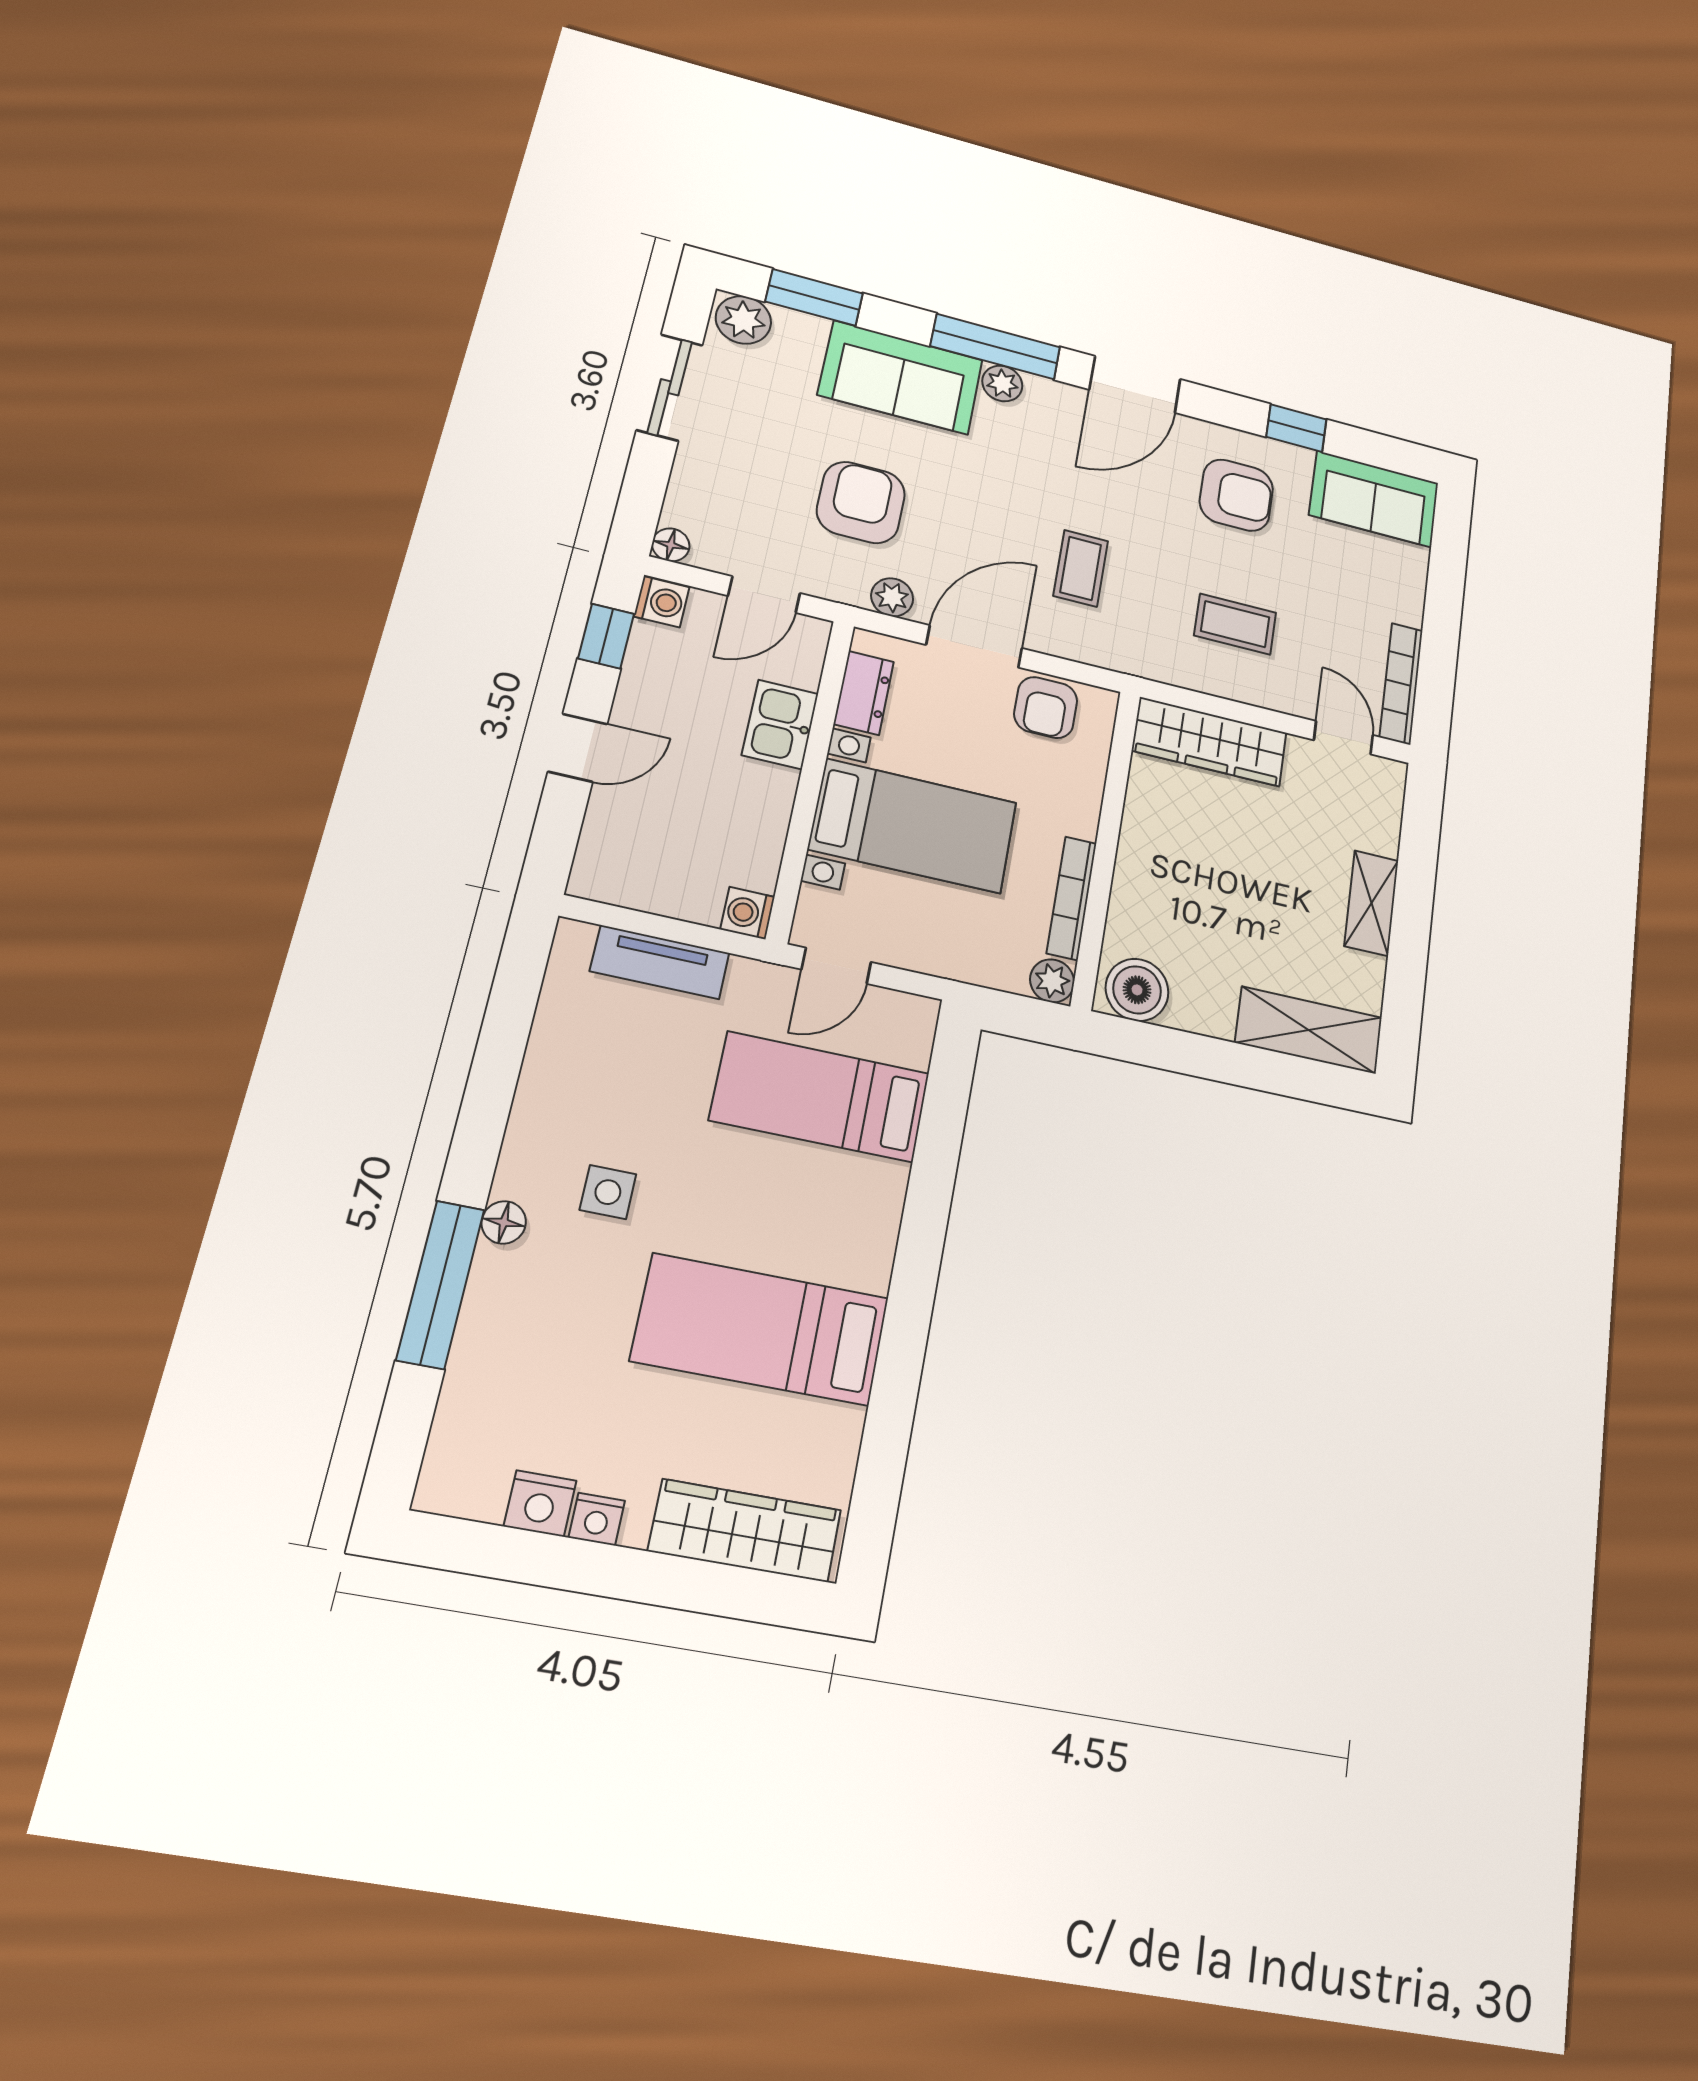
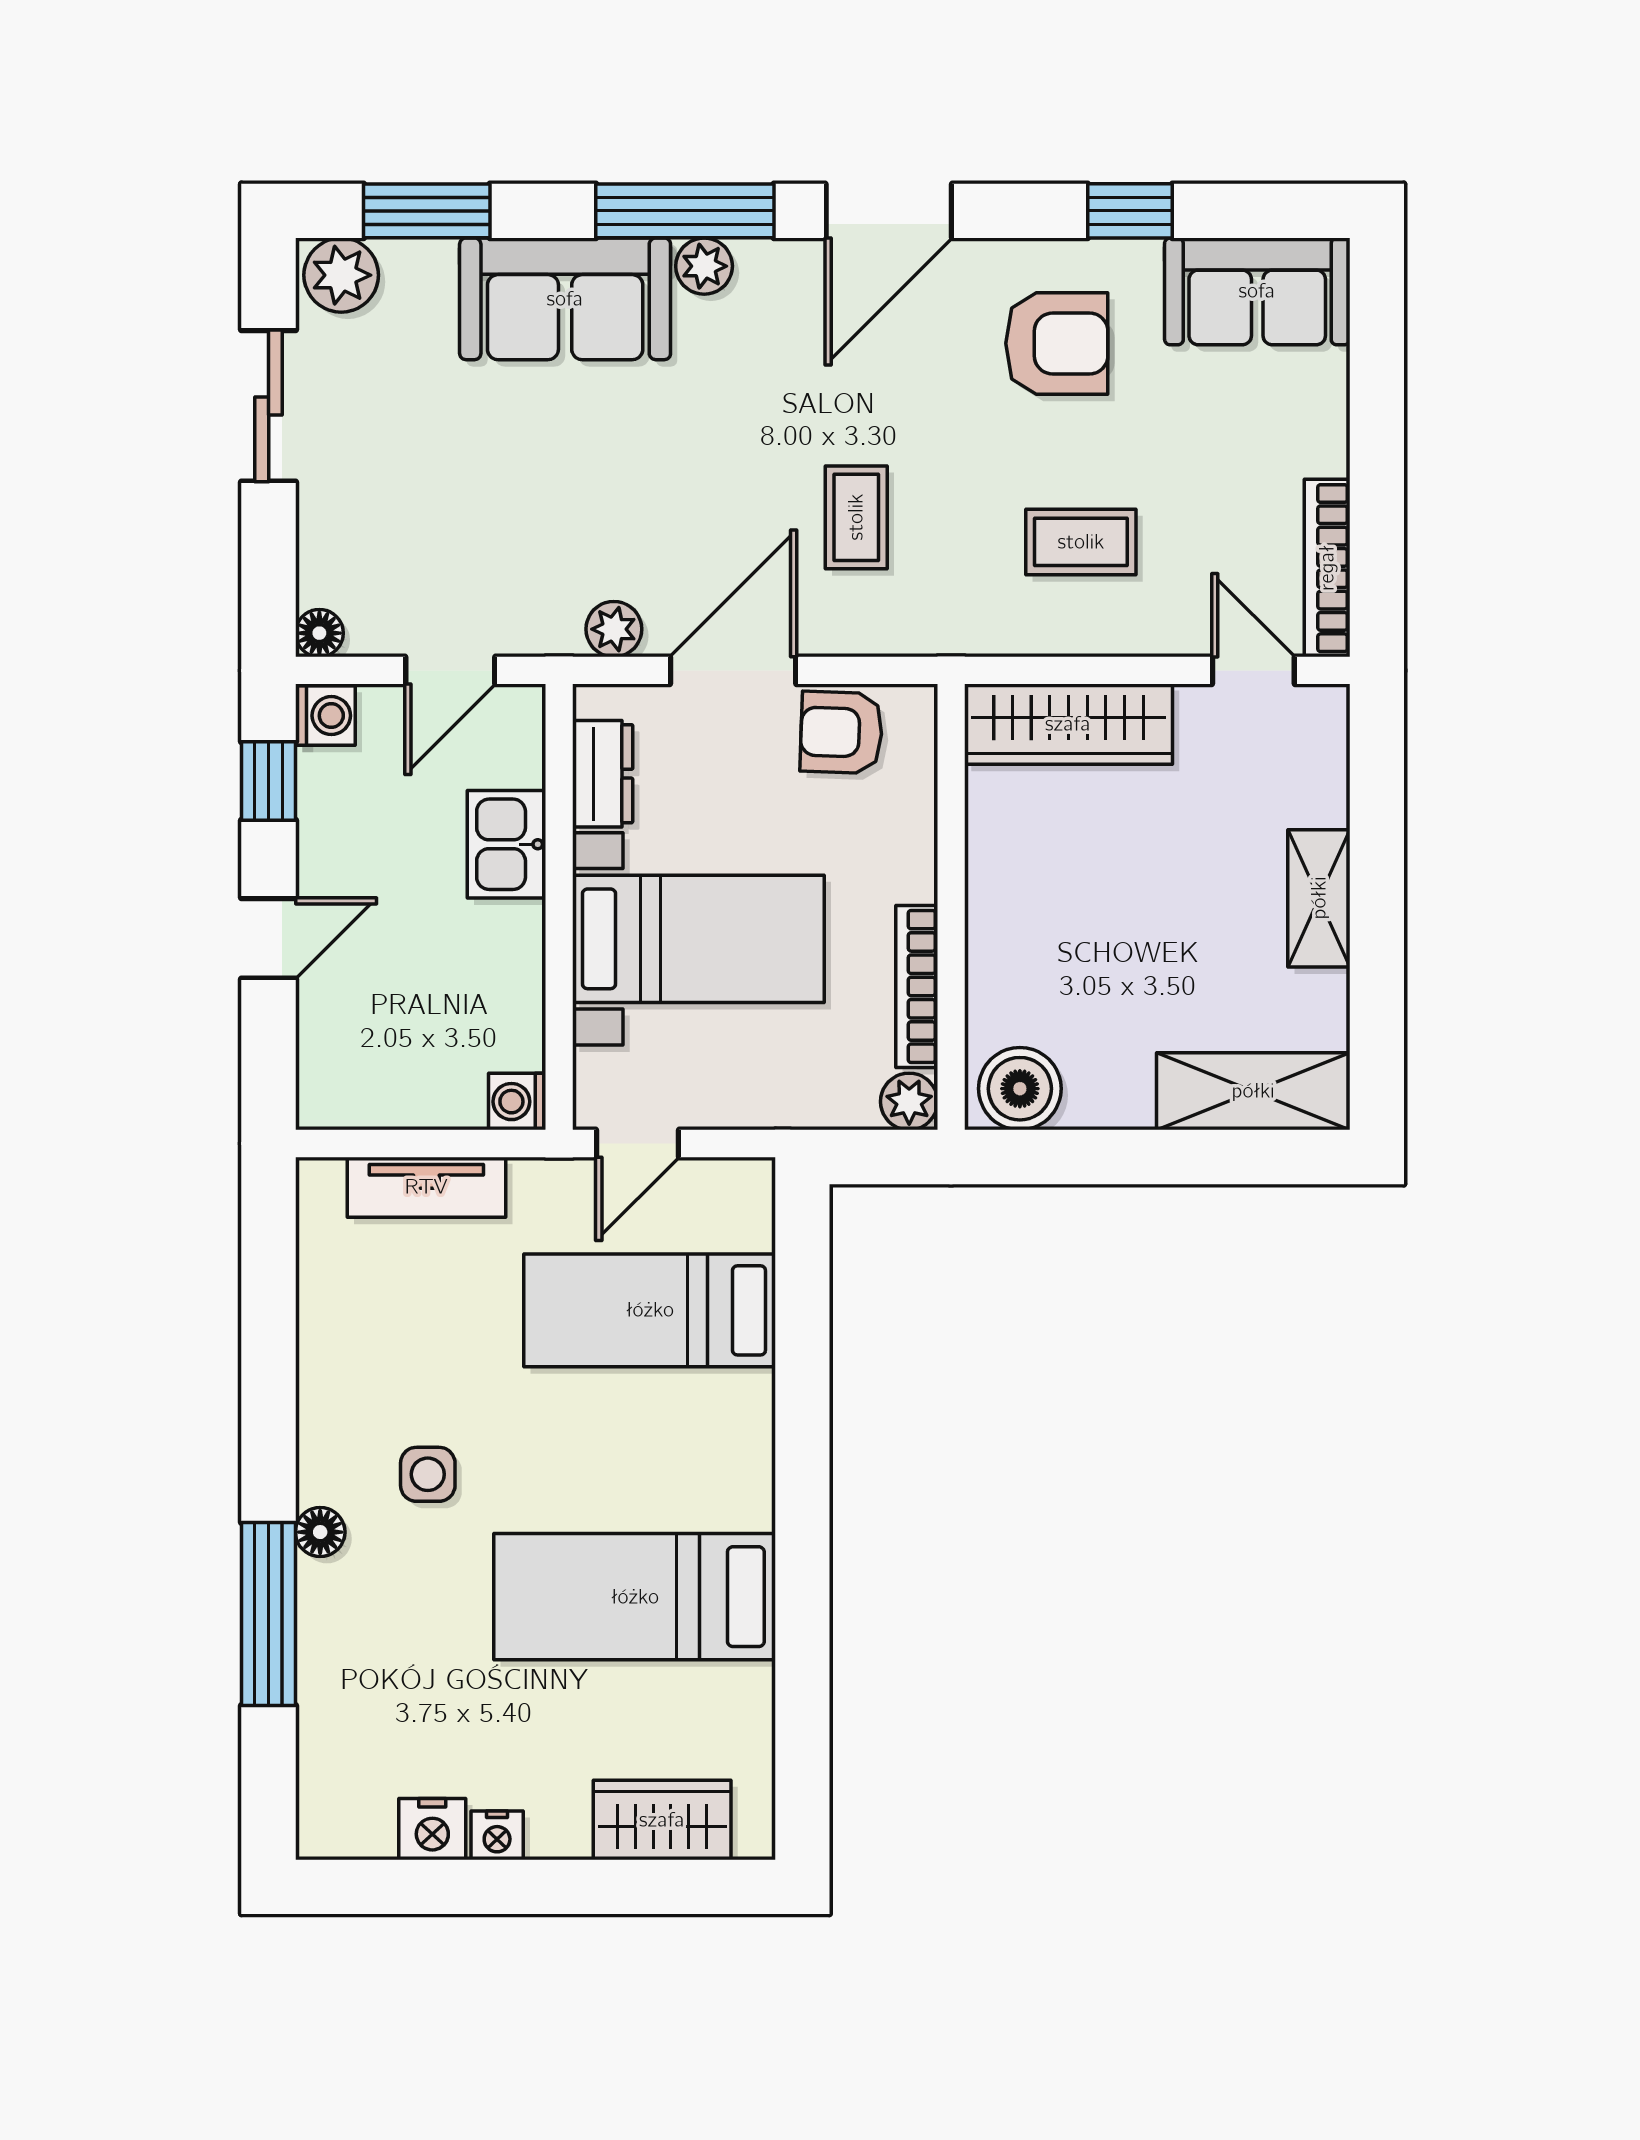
armchair: (861, 502) -> (548, 503), removed
armchair: (1046, 707) -> (841, 732), turned 92
wardrobe: (745, 1530) -> (662, 1820), width x0.67

